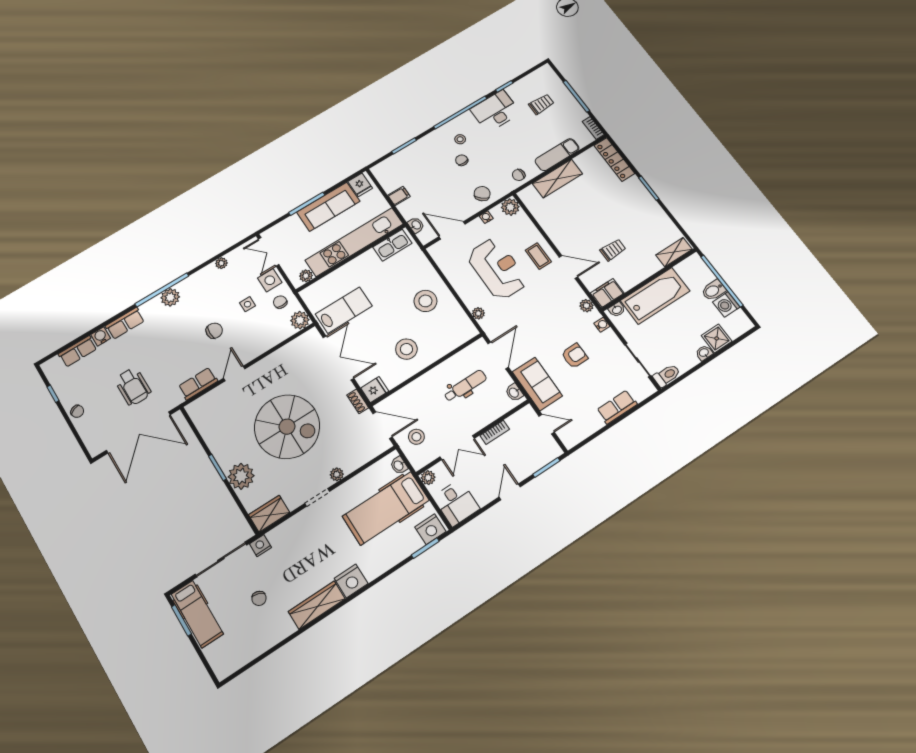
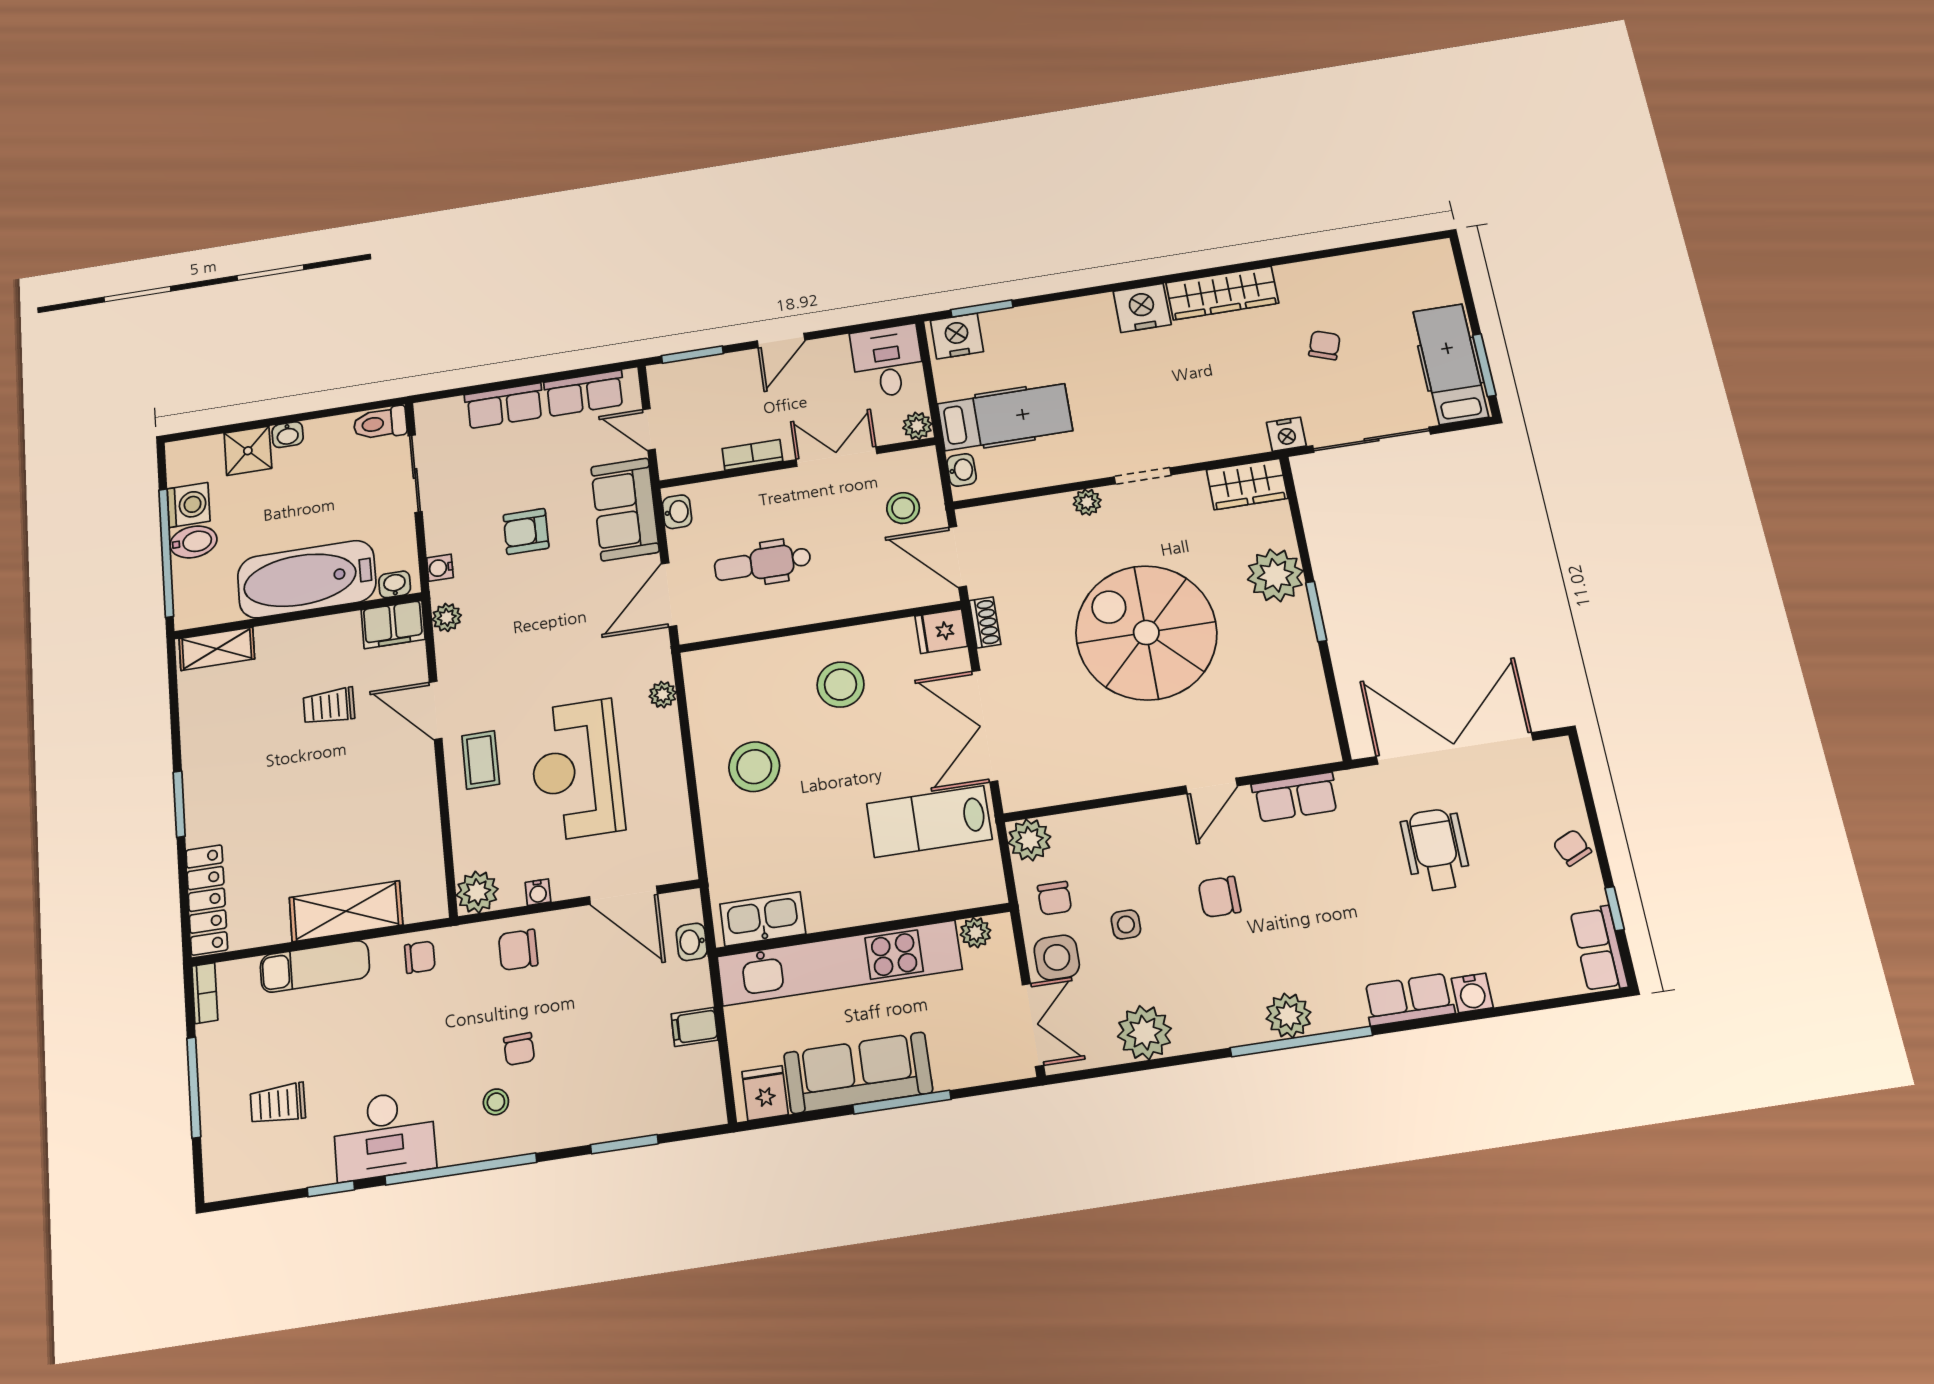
chair: (482, 194) -> (518, 950), turned 49
plant: (221, 263) -> (1144, 1033), width x1.88, depth x1.88
row of seats: (78, 351) -> (1599, 949), moved, turned -90
row of seats: (585, 428) -> (584, 393), added
hospital bed: (386, 508) -> (1005, 417), width x0.73, depth x0.78

